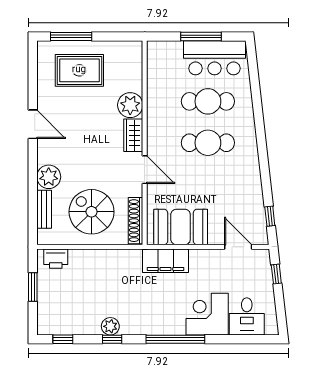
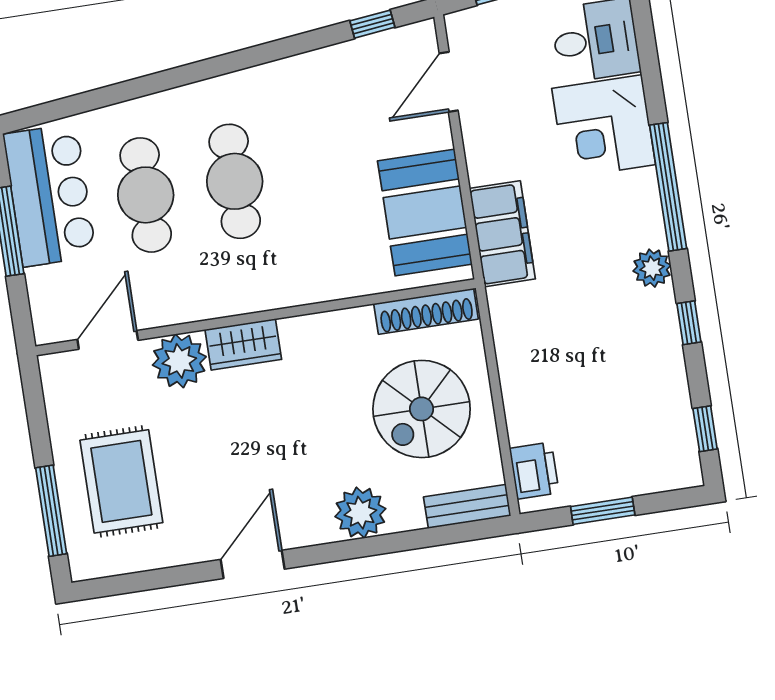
door: (145, 170) -> (108, 340), moved
bench: (44, 209) -> (467, 506), moved
plant: (110, 326) -> (652, 268), moved

